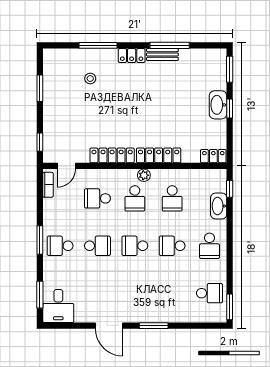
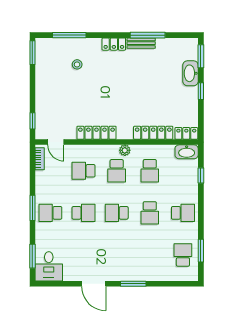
window: (98, 45) -> (69, 35), moved
window: (40, 88) -> (32, 53), moved
washbasin: (218, 105) -> (190, 73), moved
locker: (159, 155) -> (153, 133), moved
door: (66, 166) -> (56, 142), hinge flipped
window: (230, 189) -> (201, 175), moved
washbasin: (219, 206) -> (187, 152), moved, turned -90
school desk: (172, 246) -> (150, 213), turned -90
school desk: (209, 246) -> (183, 213), turned -90
school desk: (209, 293) -> (183, 255), turned -90
window: (230, 307) -> (201, 251), moved

